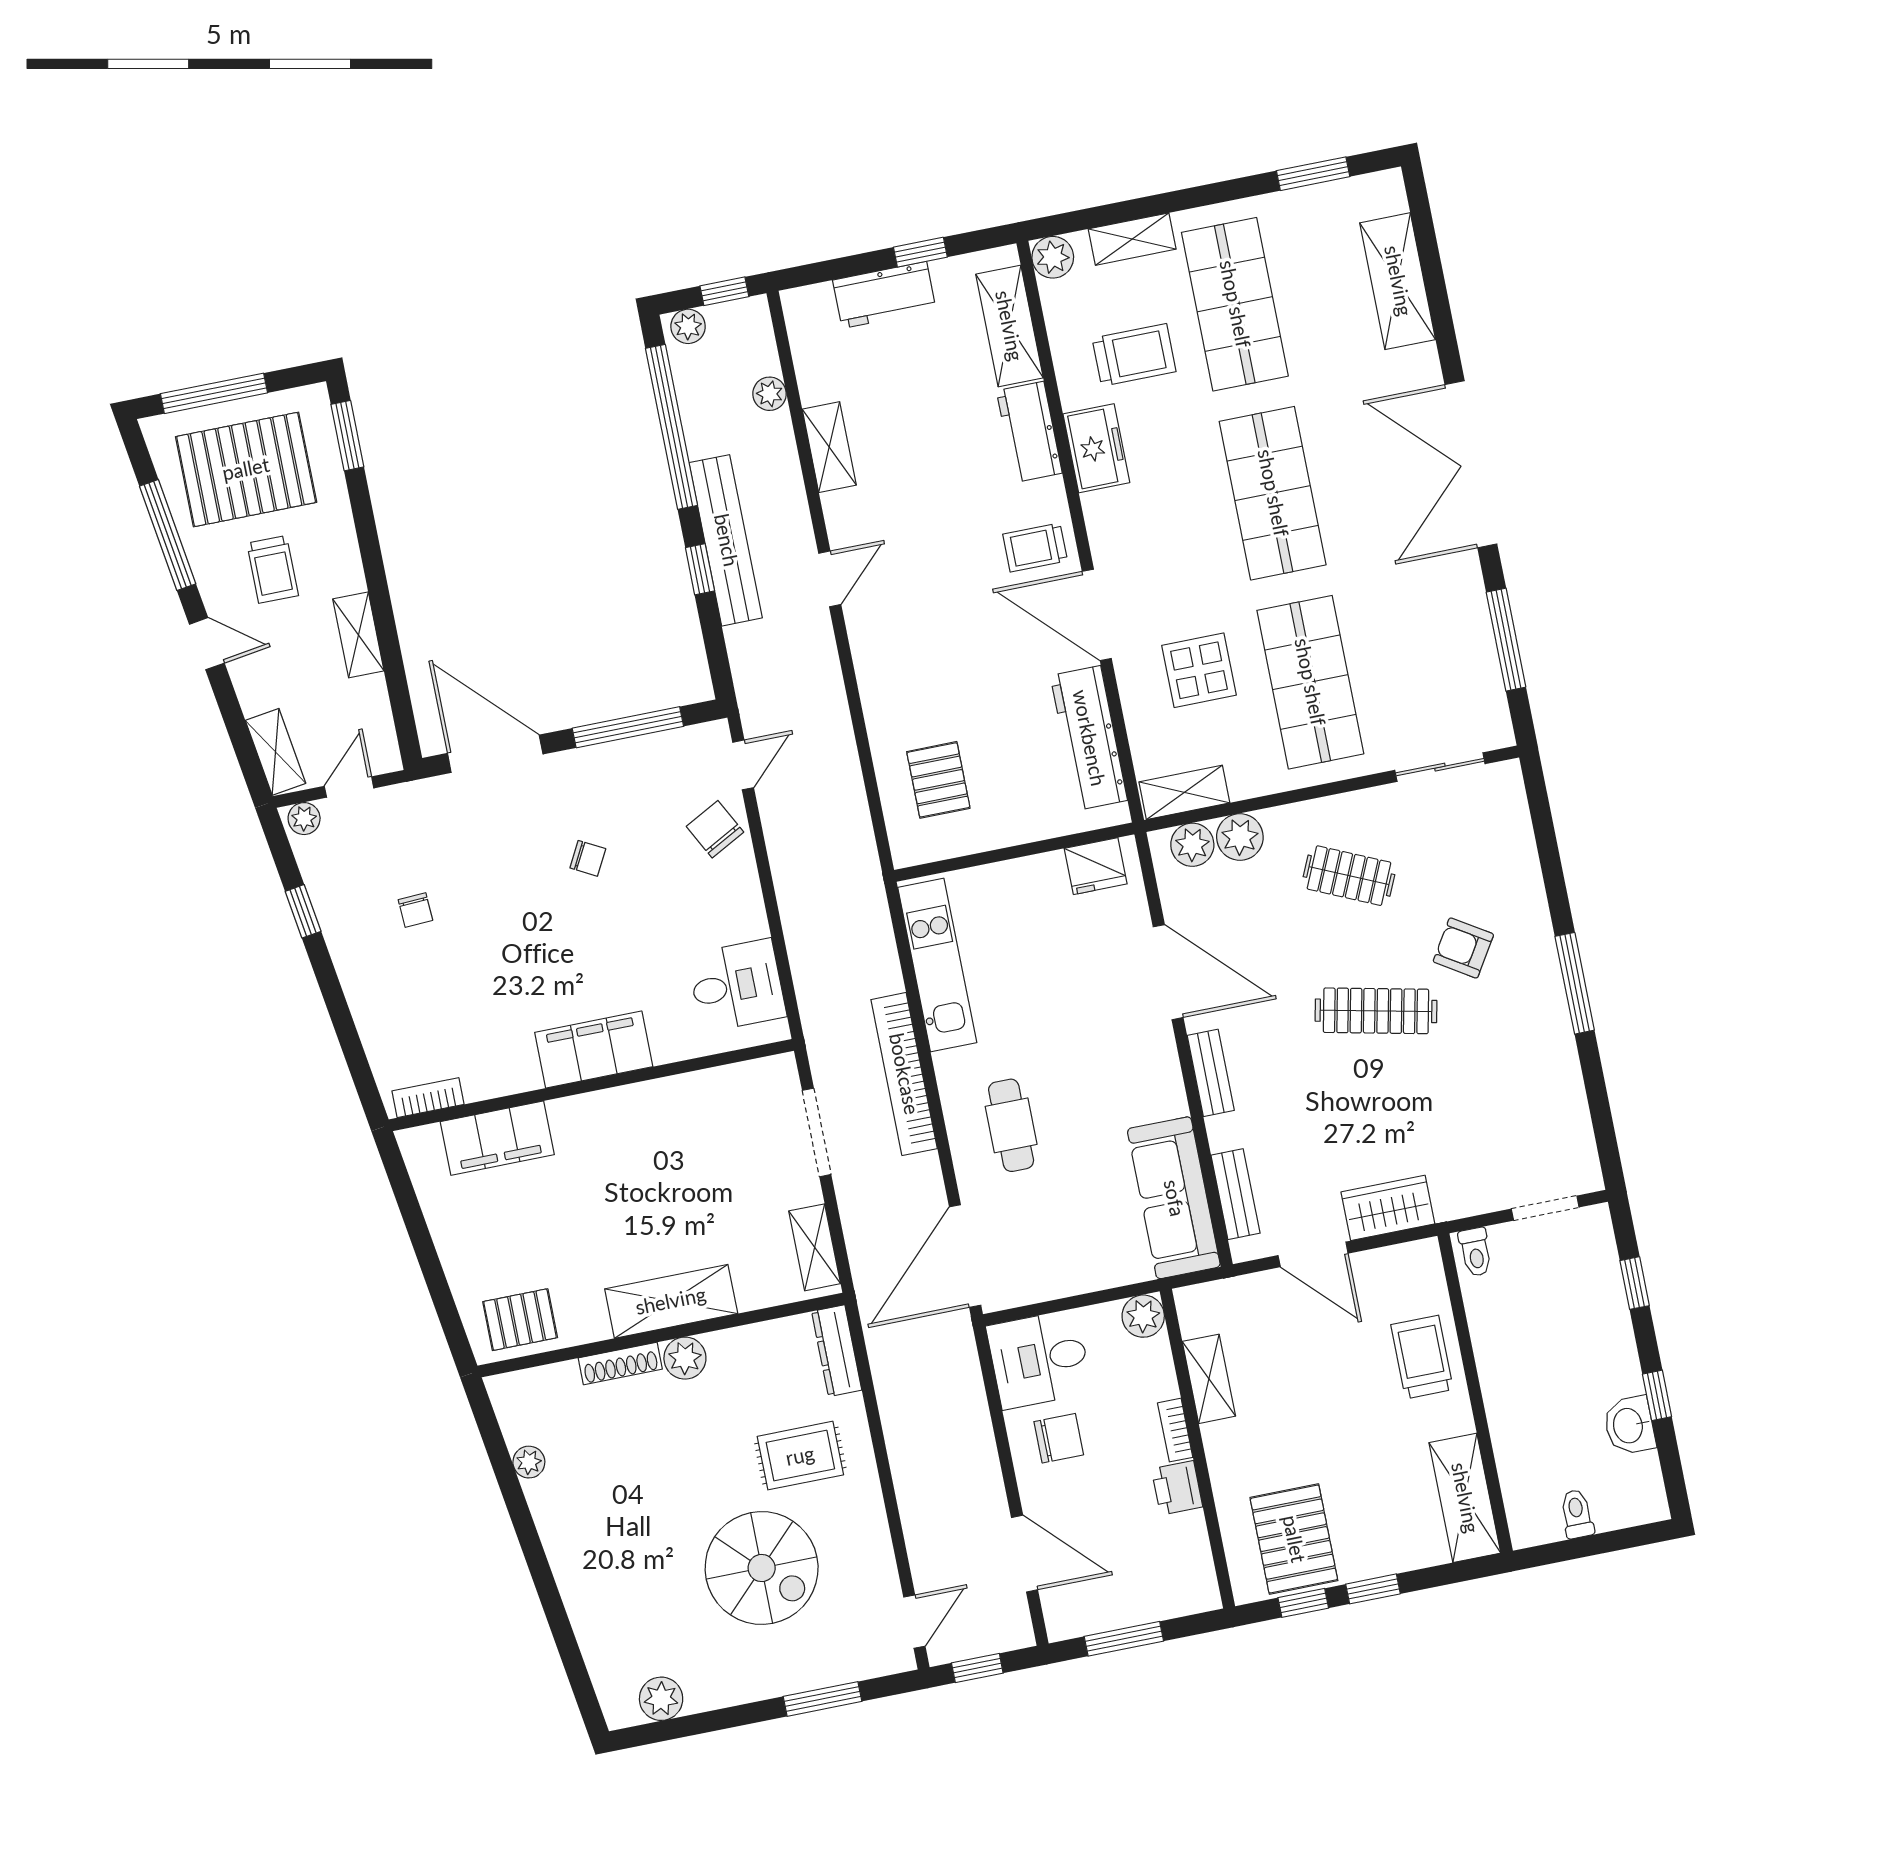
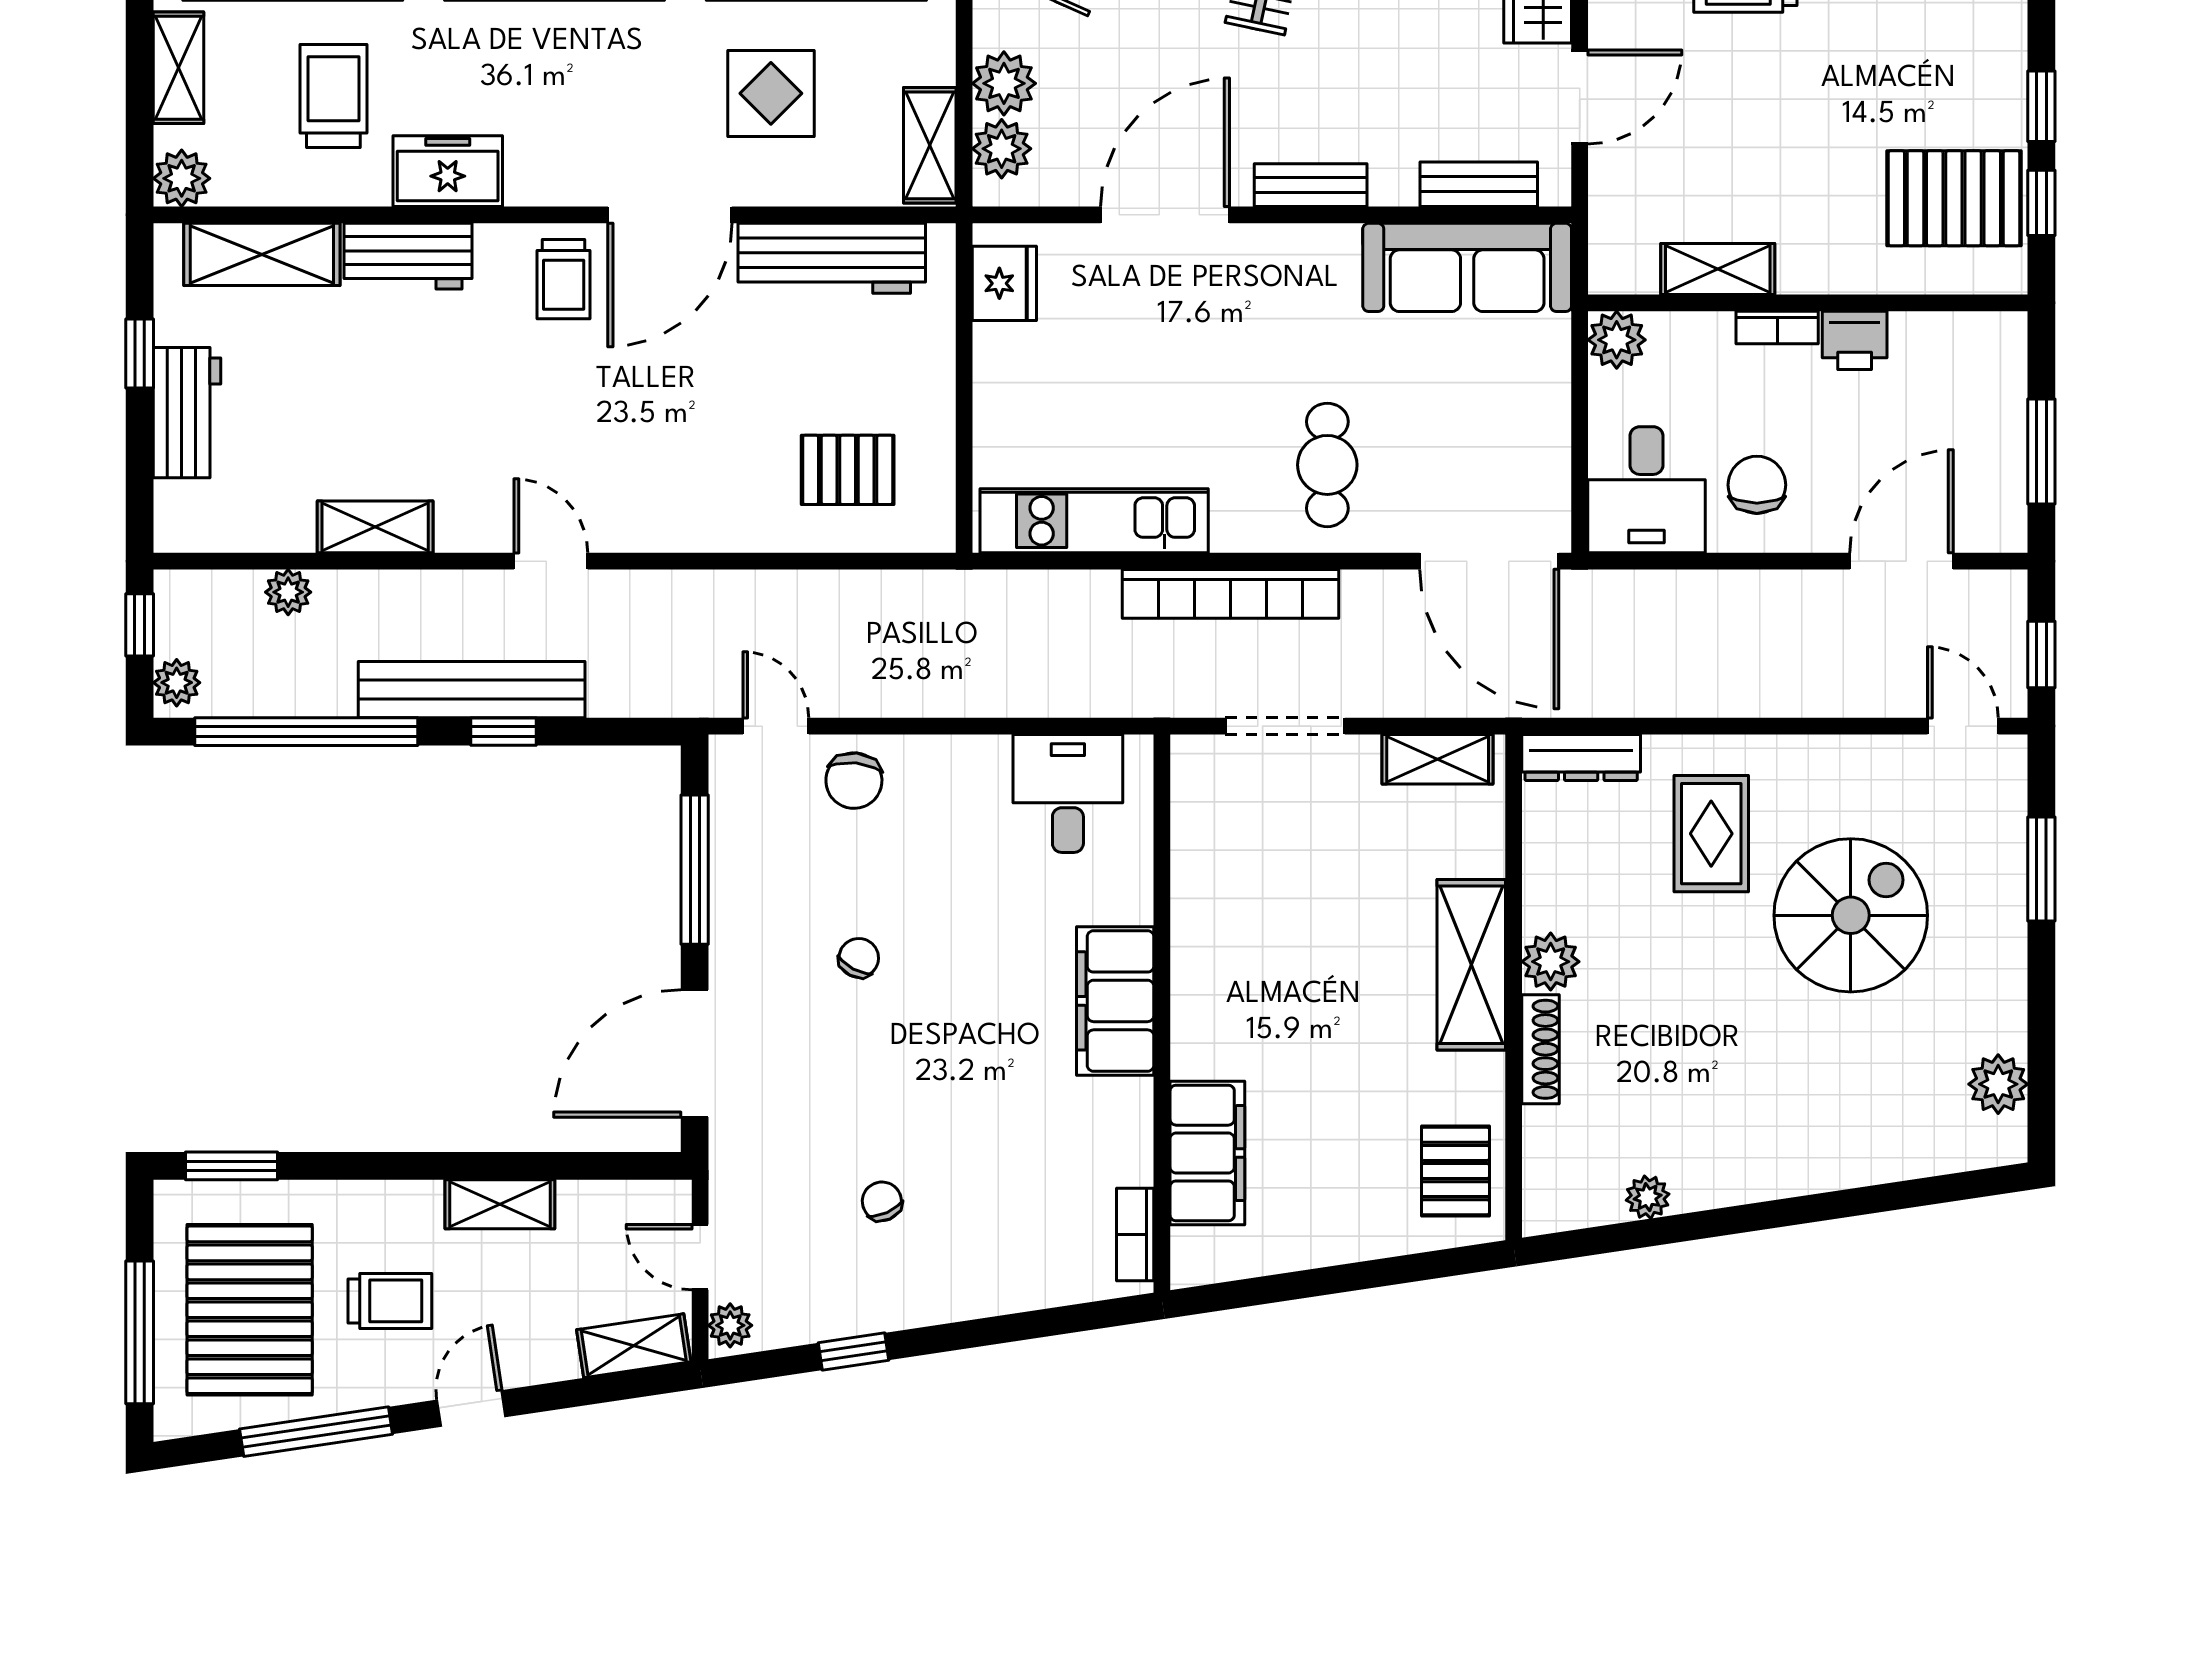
chair: (715, 829) -> (854, 781), turned -56
chair: (415, 910) -> (882, 1201), turned -111
cafe table: (1011, 1125) -> (1327, 465), turned 90

